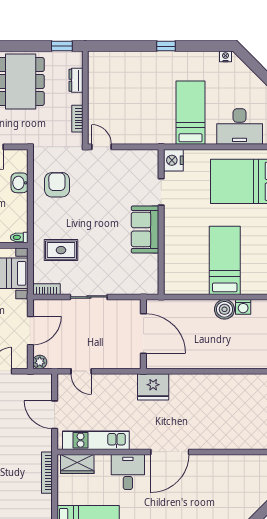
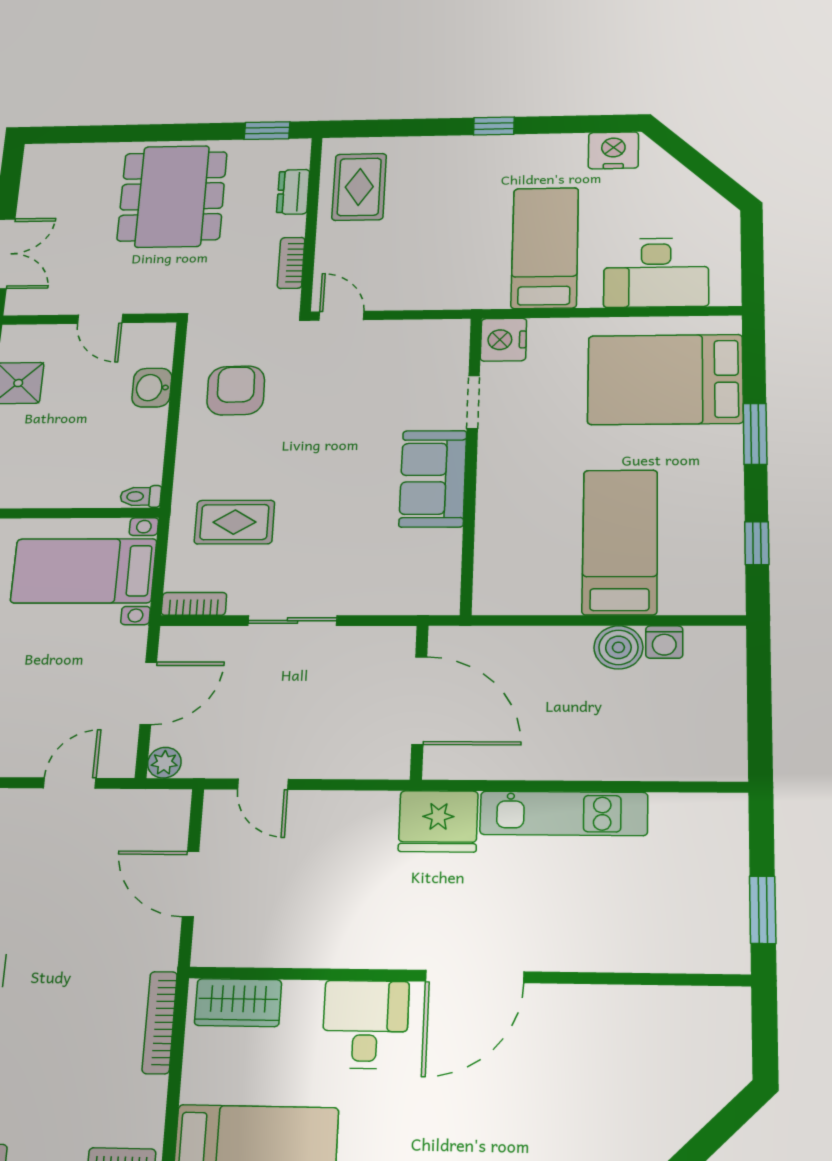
nightstand: (226, 56) -> (613, 150), width x1.89, depth x1.79
rug: (106, 78) -> (359, 187), added
kitchen unit: (96, 440) -> (564, 813), moved, turned 180

